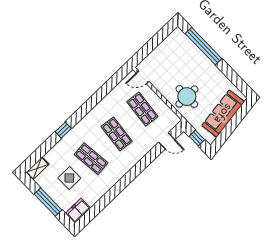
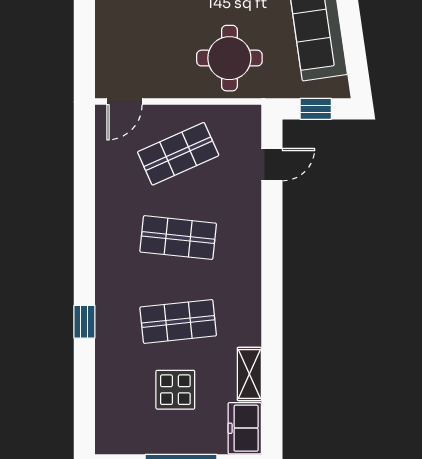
shop shelf: (142, 109) -> (178, 154), turned -30
shelving: (37, 168) -> (249, 374), moved

